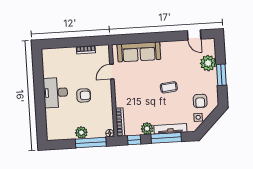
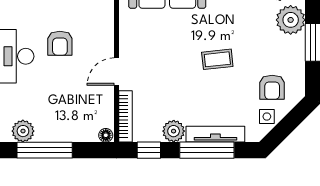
door: (112, 72) -> (116, 72), moved
armchair: (84, 95) -> (60, 43), moved, turned 90
plant: (81, 133) -> (23, 131), moved
window: (91, 143) -> (45, 150), moved

